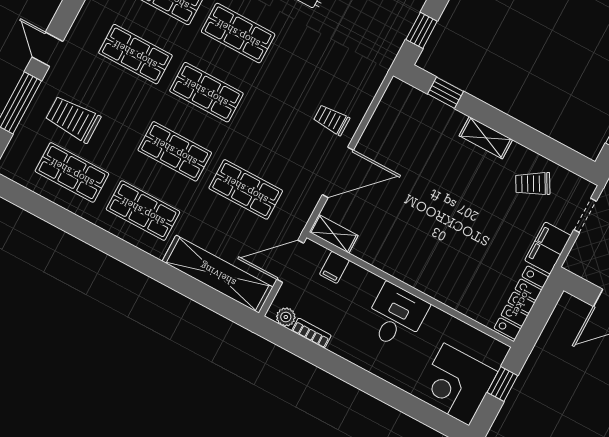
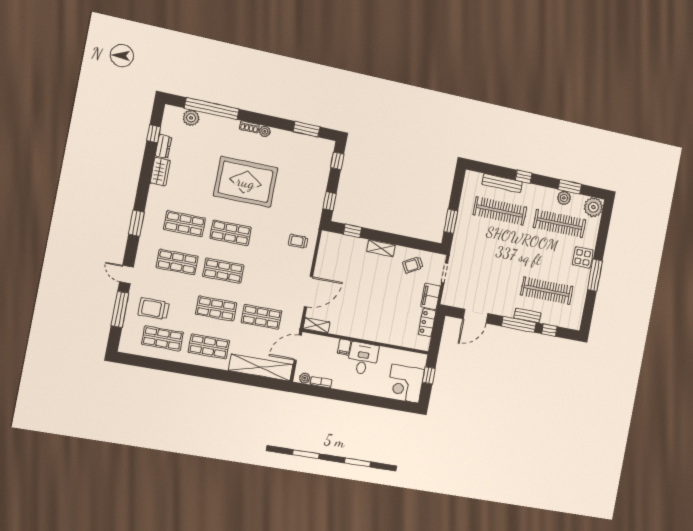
trolley: (331, 120) -> (298, 241), moved
filing cabinet: (334, 267) -> (344, 347), moved
locker: (521, 303) -> (427, 323), width x0.66

